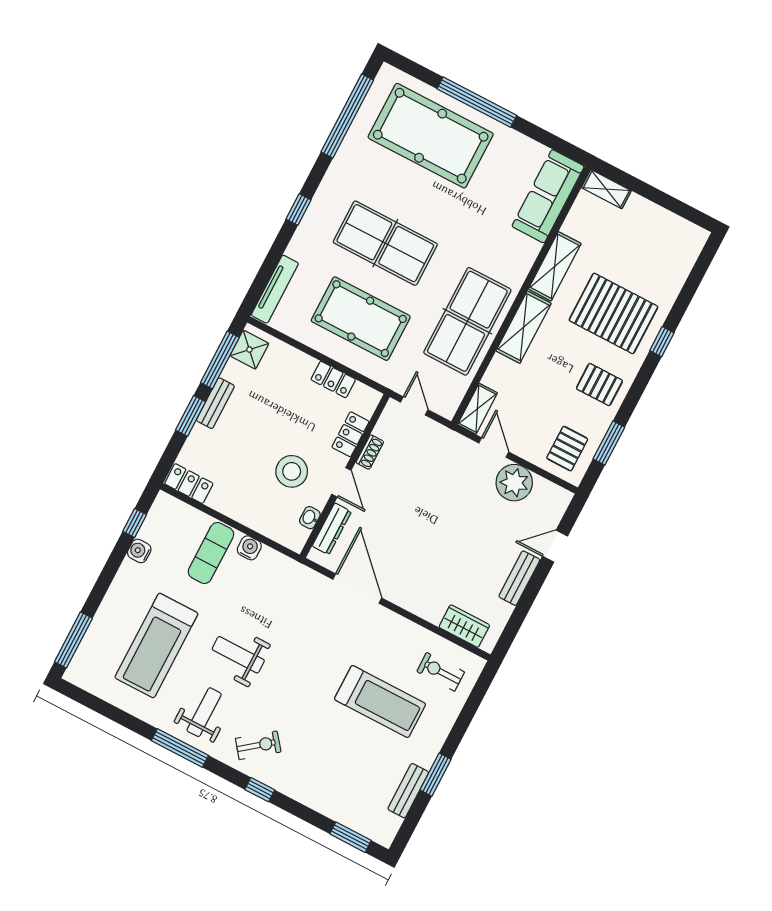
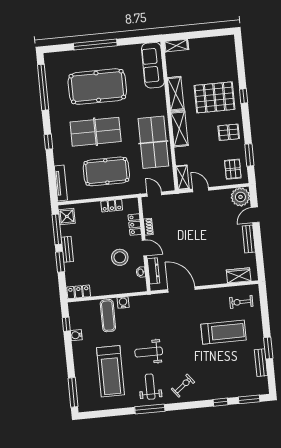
pool table: (431, 136) -> (97, 87), moved
plant: (514, 483) -> (240, 197), moved
window: (260, 790) -> (221, 402), moved

